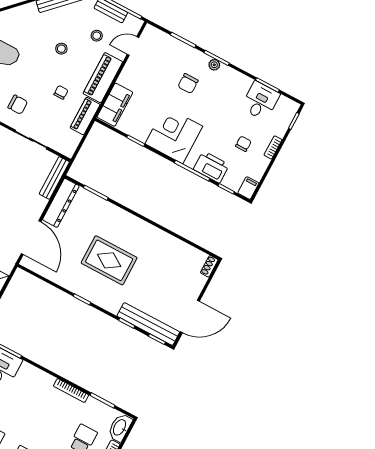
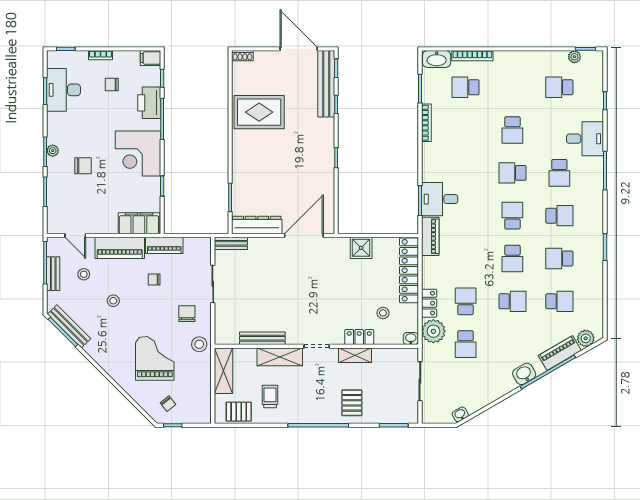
desk: (260, 101) -> (64, 90), width x1.37
bench: (54, 178) -> (231, 243), width x0.73
rug: (109, 260) -> (259, 112), moved, turned 90

